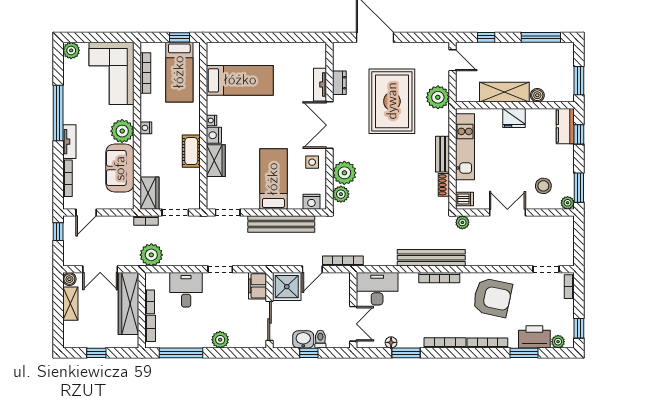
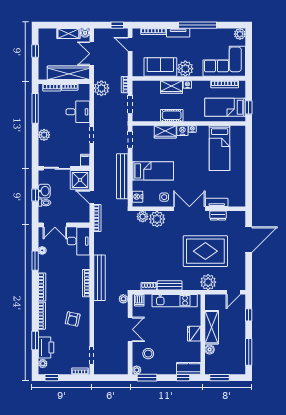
wardrobe: (150, 193) -> (172, 87), moved
filing cabinet: (257, 286) -> (85, 160), width x0.50
armchair: (492, 297) -> (73, 319), width x0.53, depth x0.53

